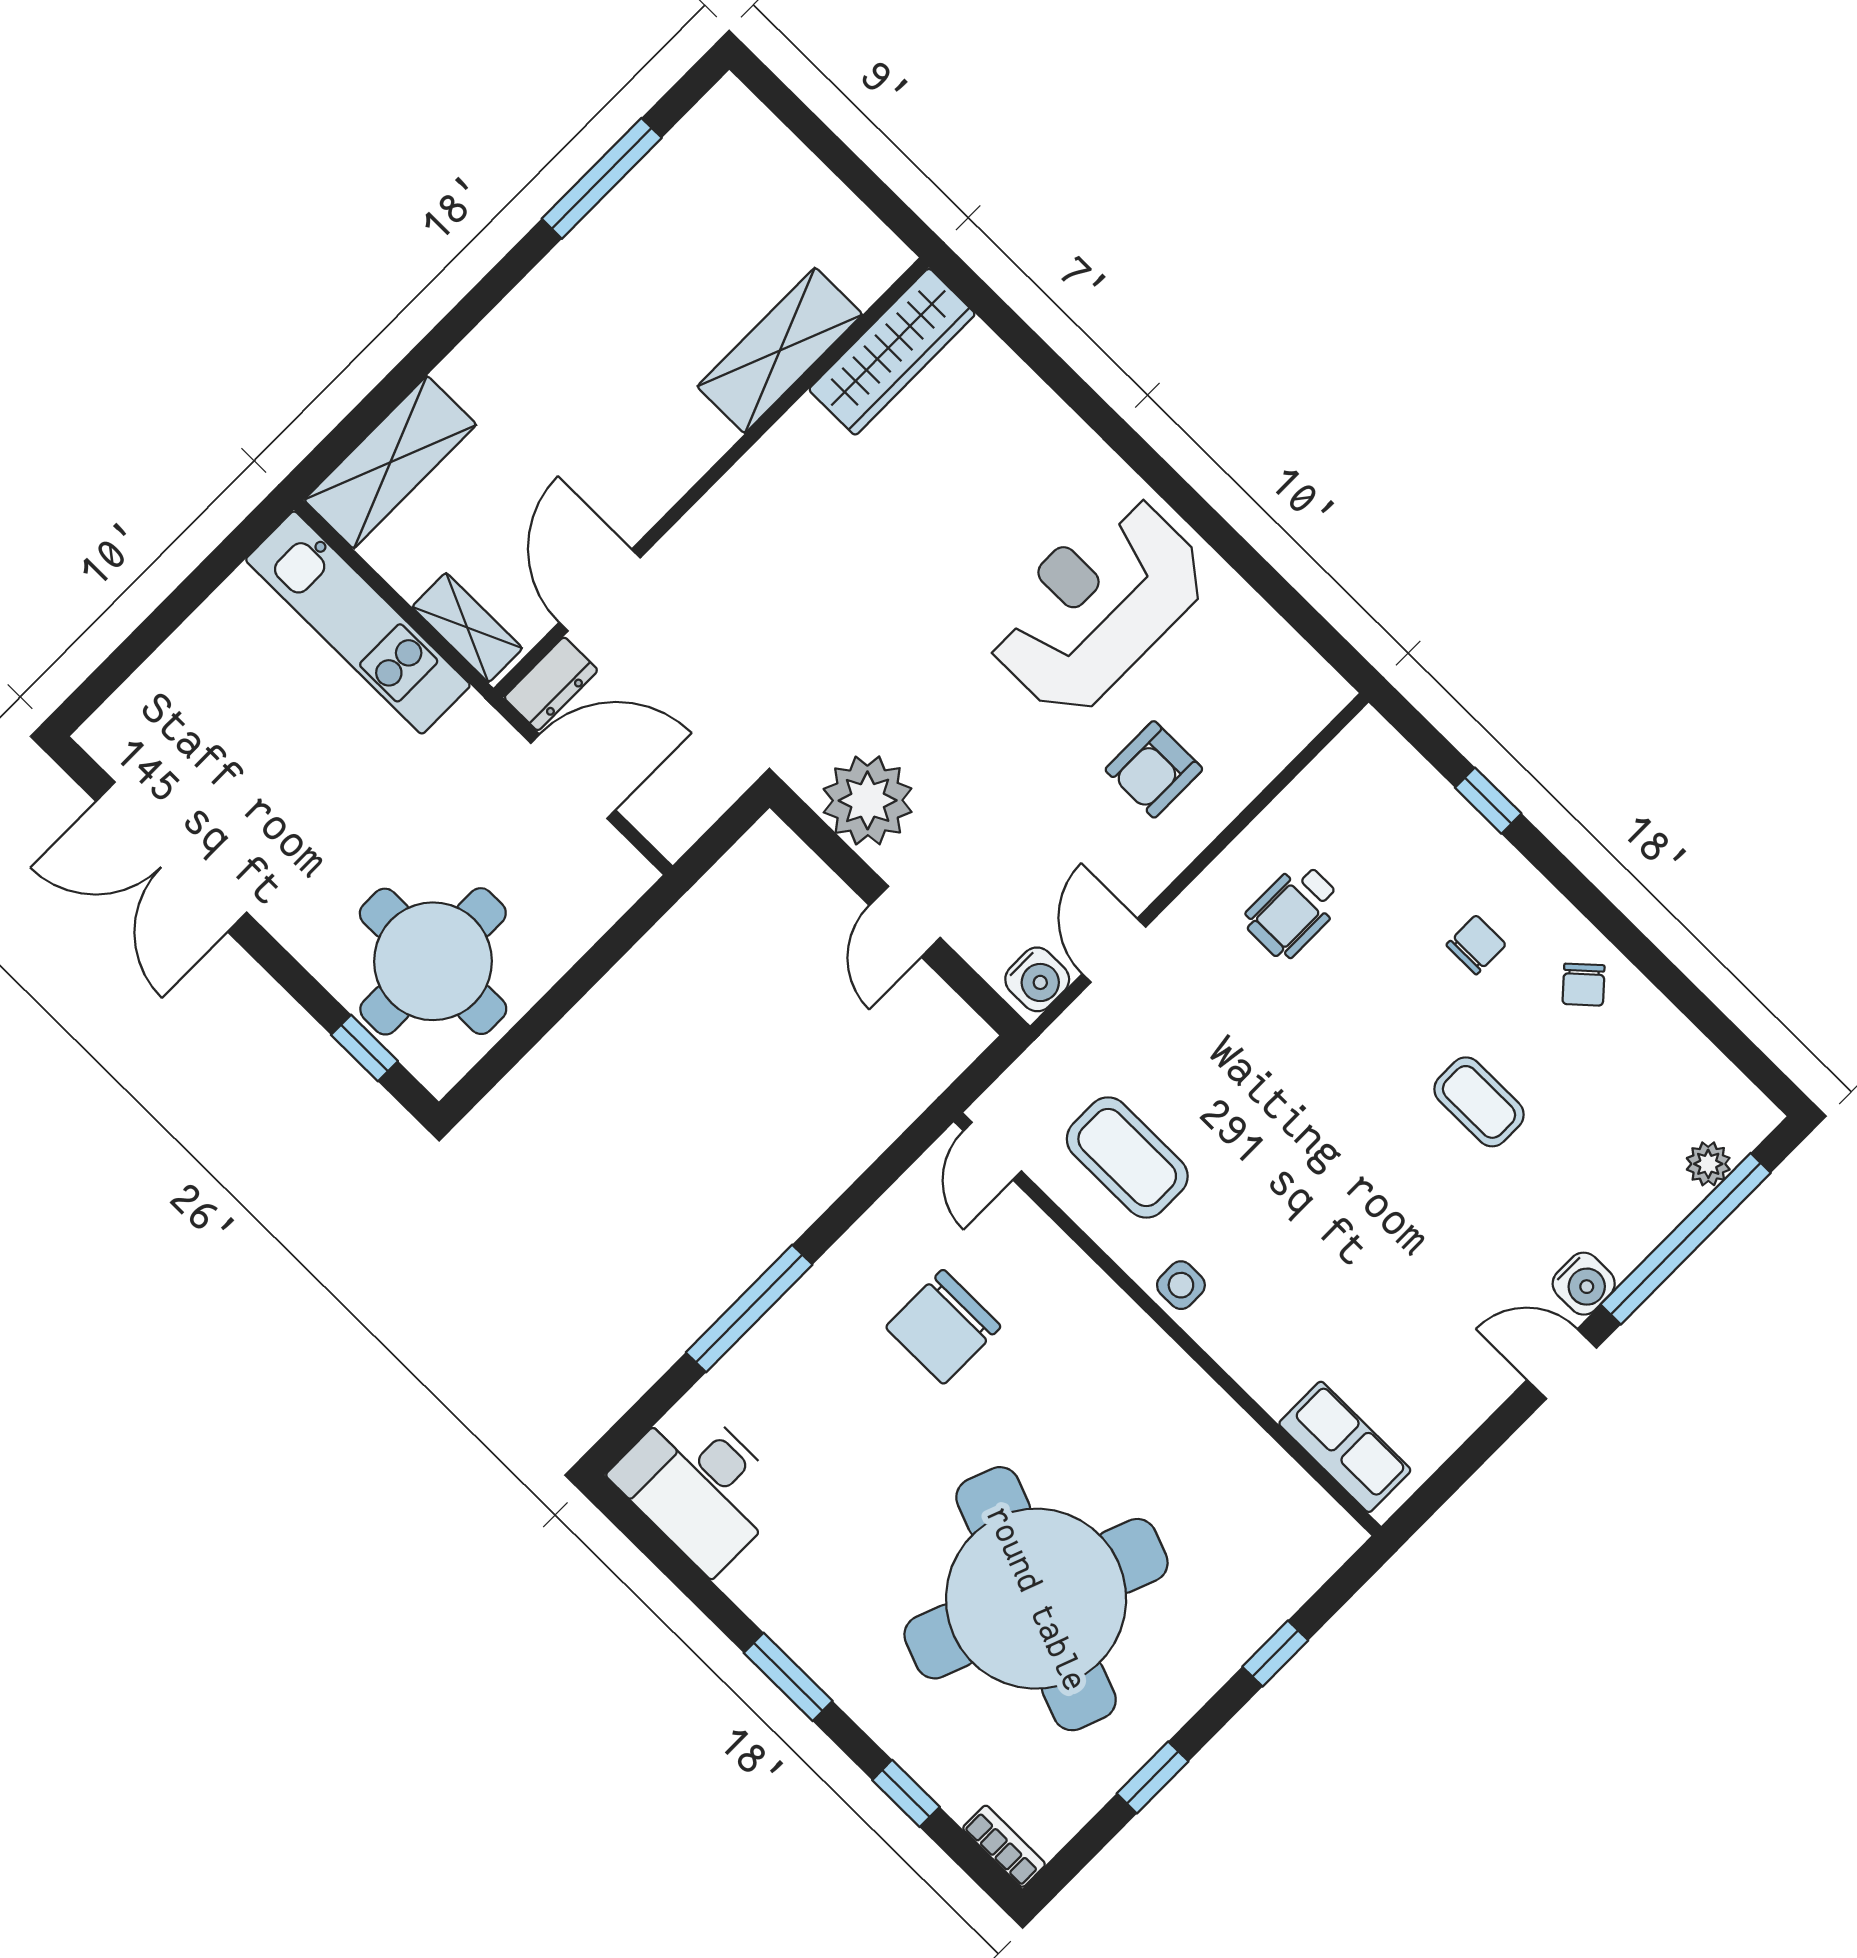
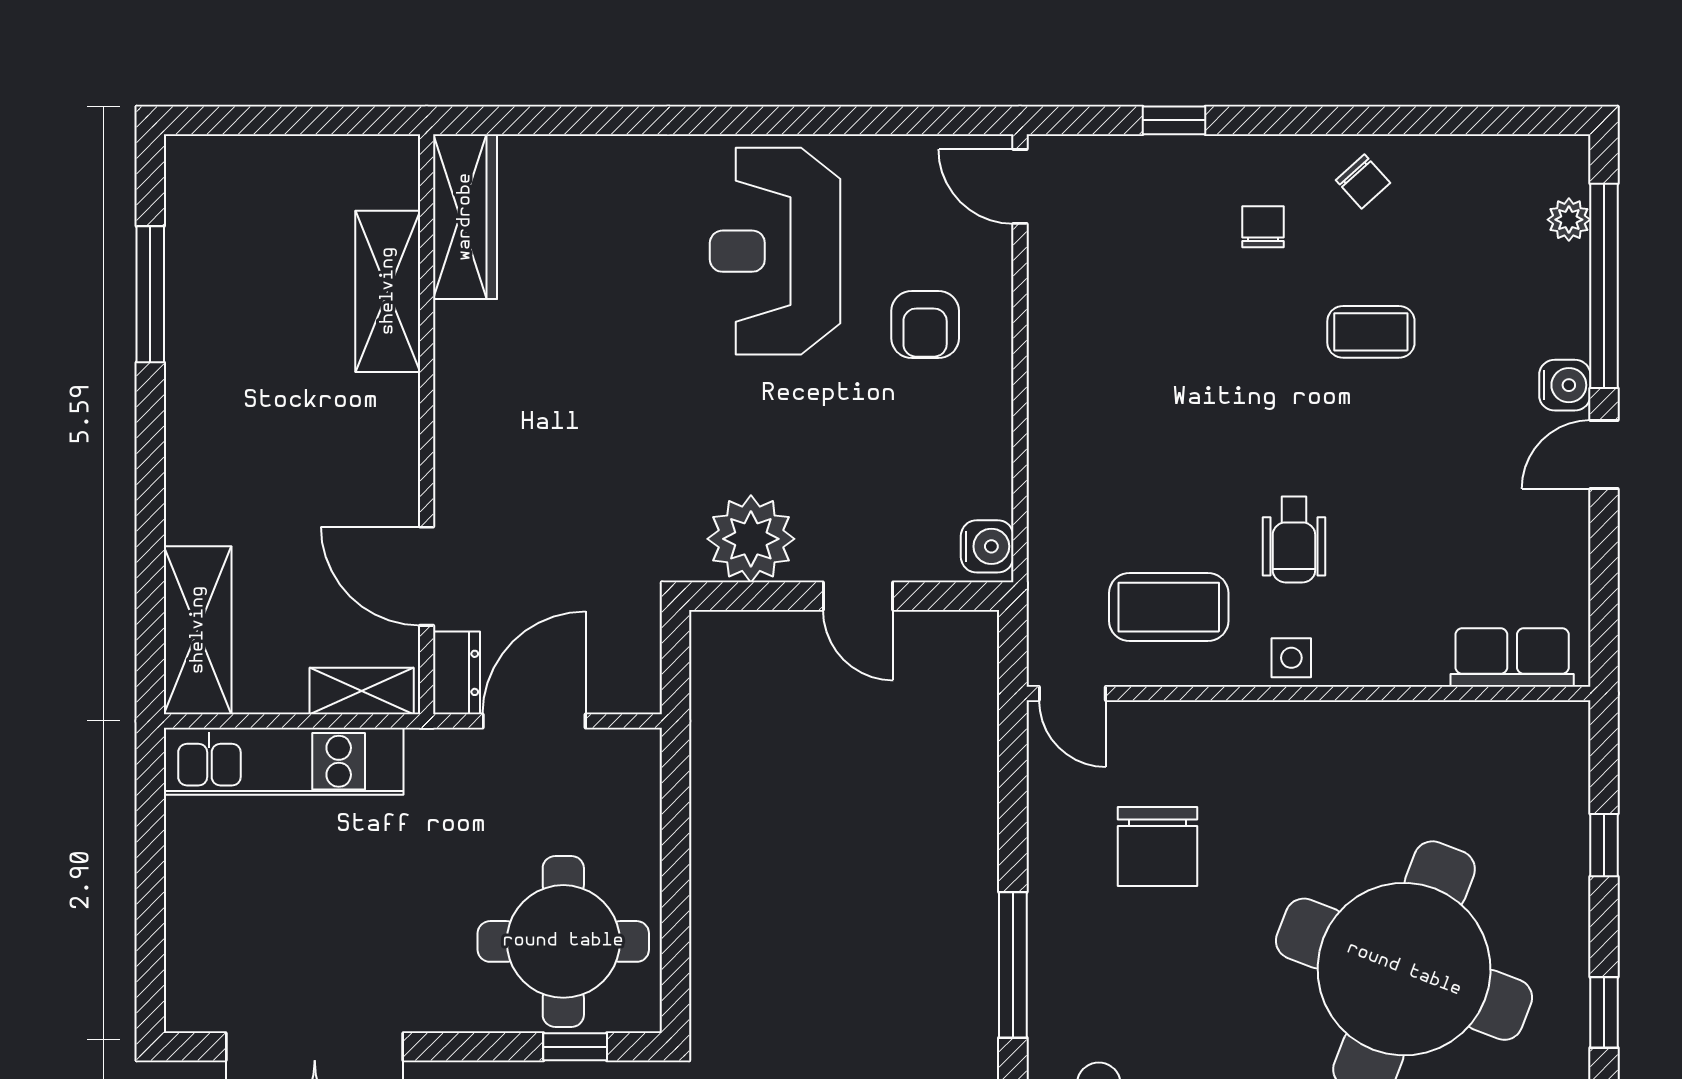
wheelchair: (1293, 911) -> (1294, 540), moved
door: (1114, 950) -> (1020, 187), moved

